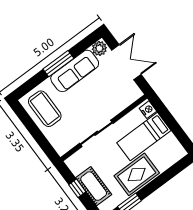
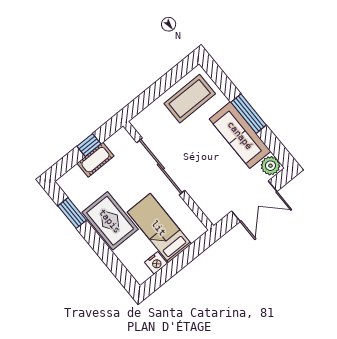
nightstand: (148, 110) -> (156, 263), moved
sliding door: (96, 133) -> (161, 166), width x1.36
cot: (94, 186) -> (95, 160), width x0.73, depth x0.75

